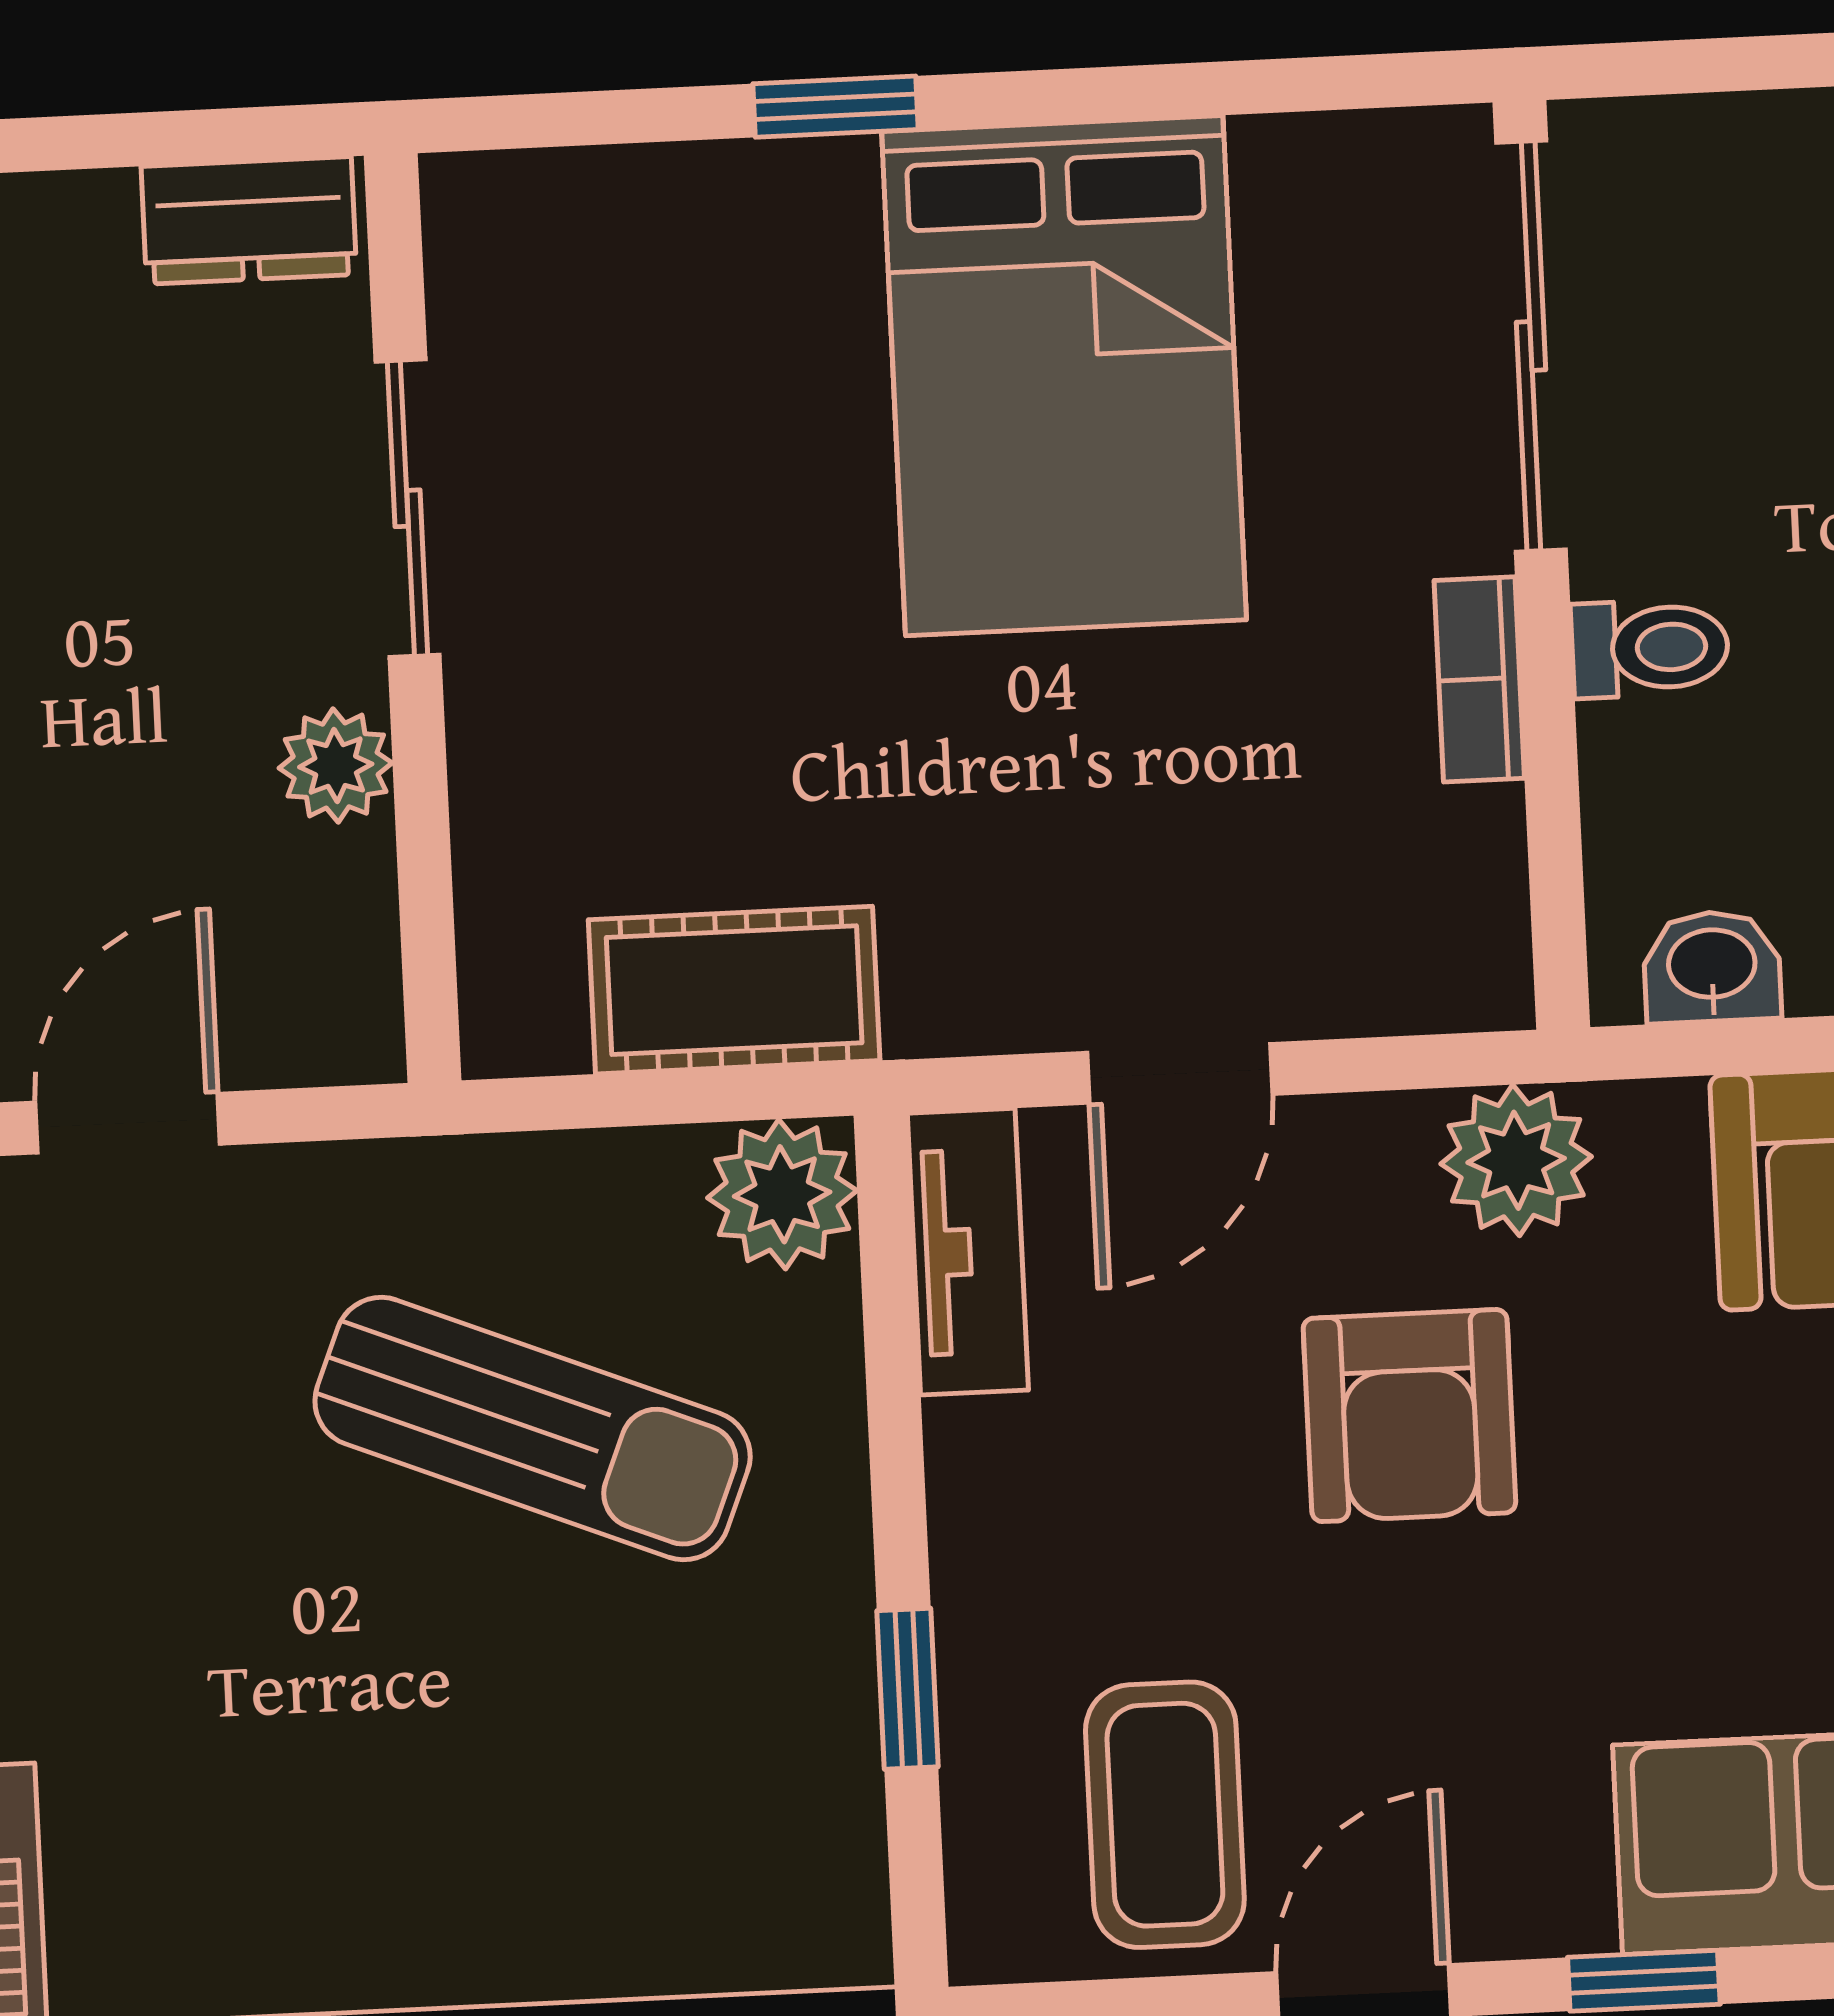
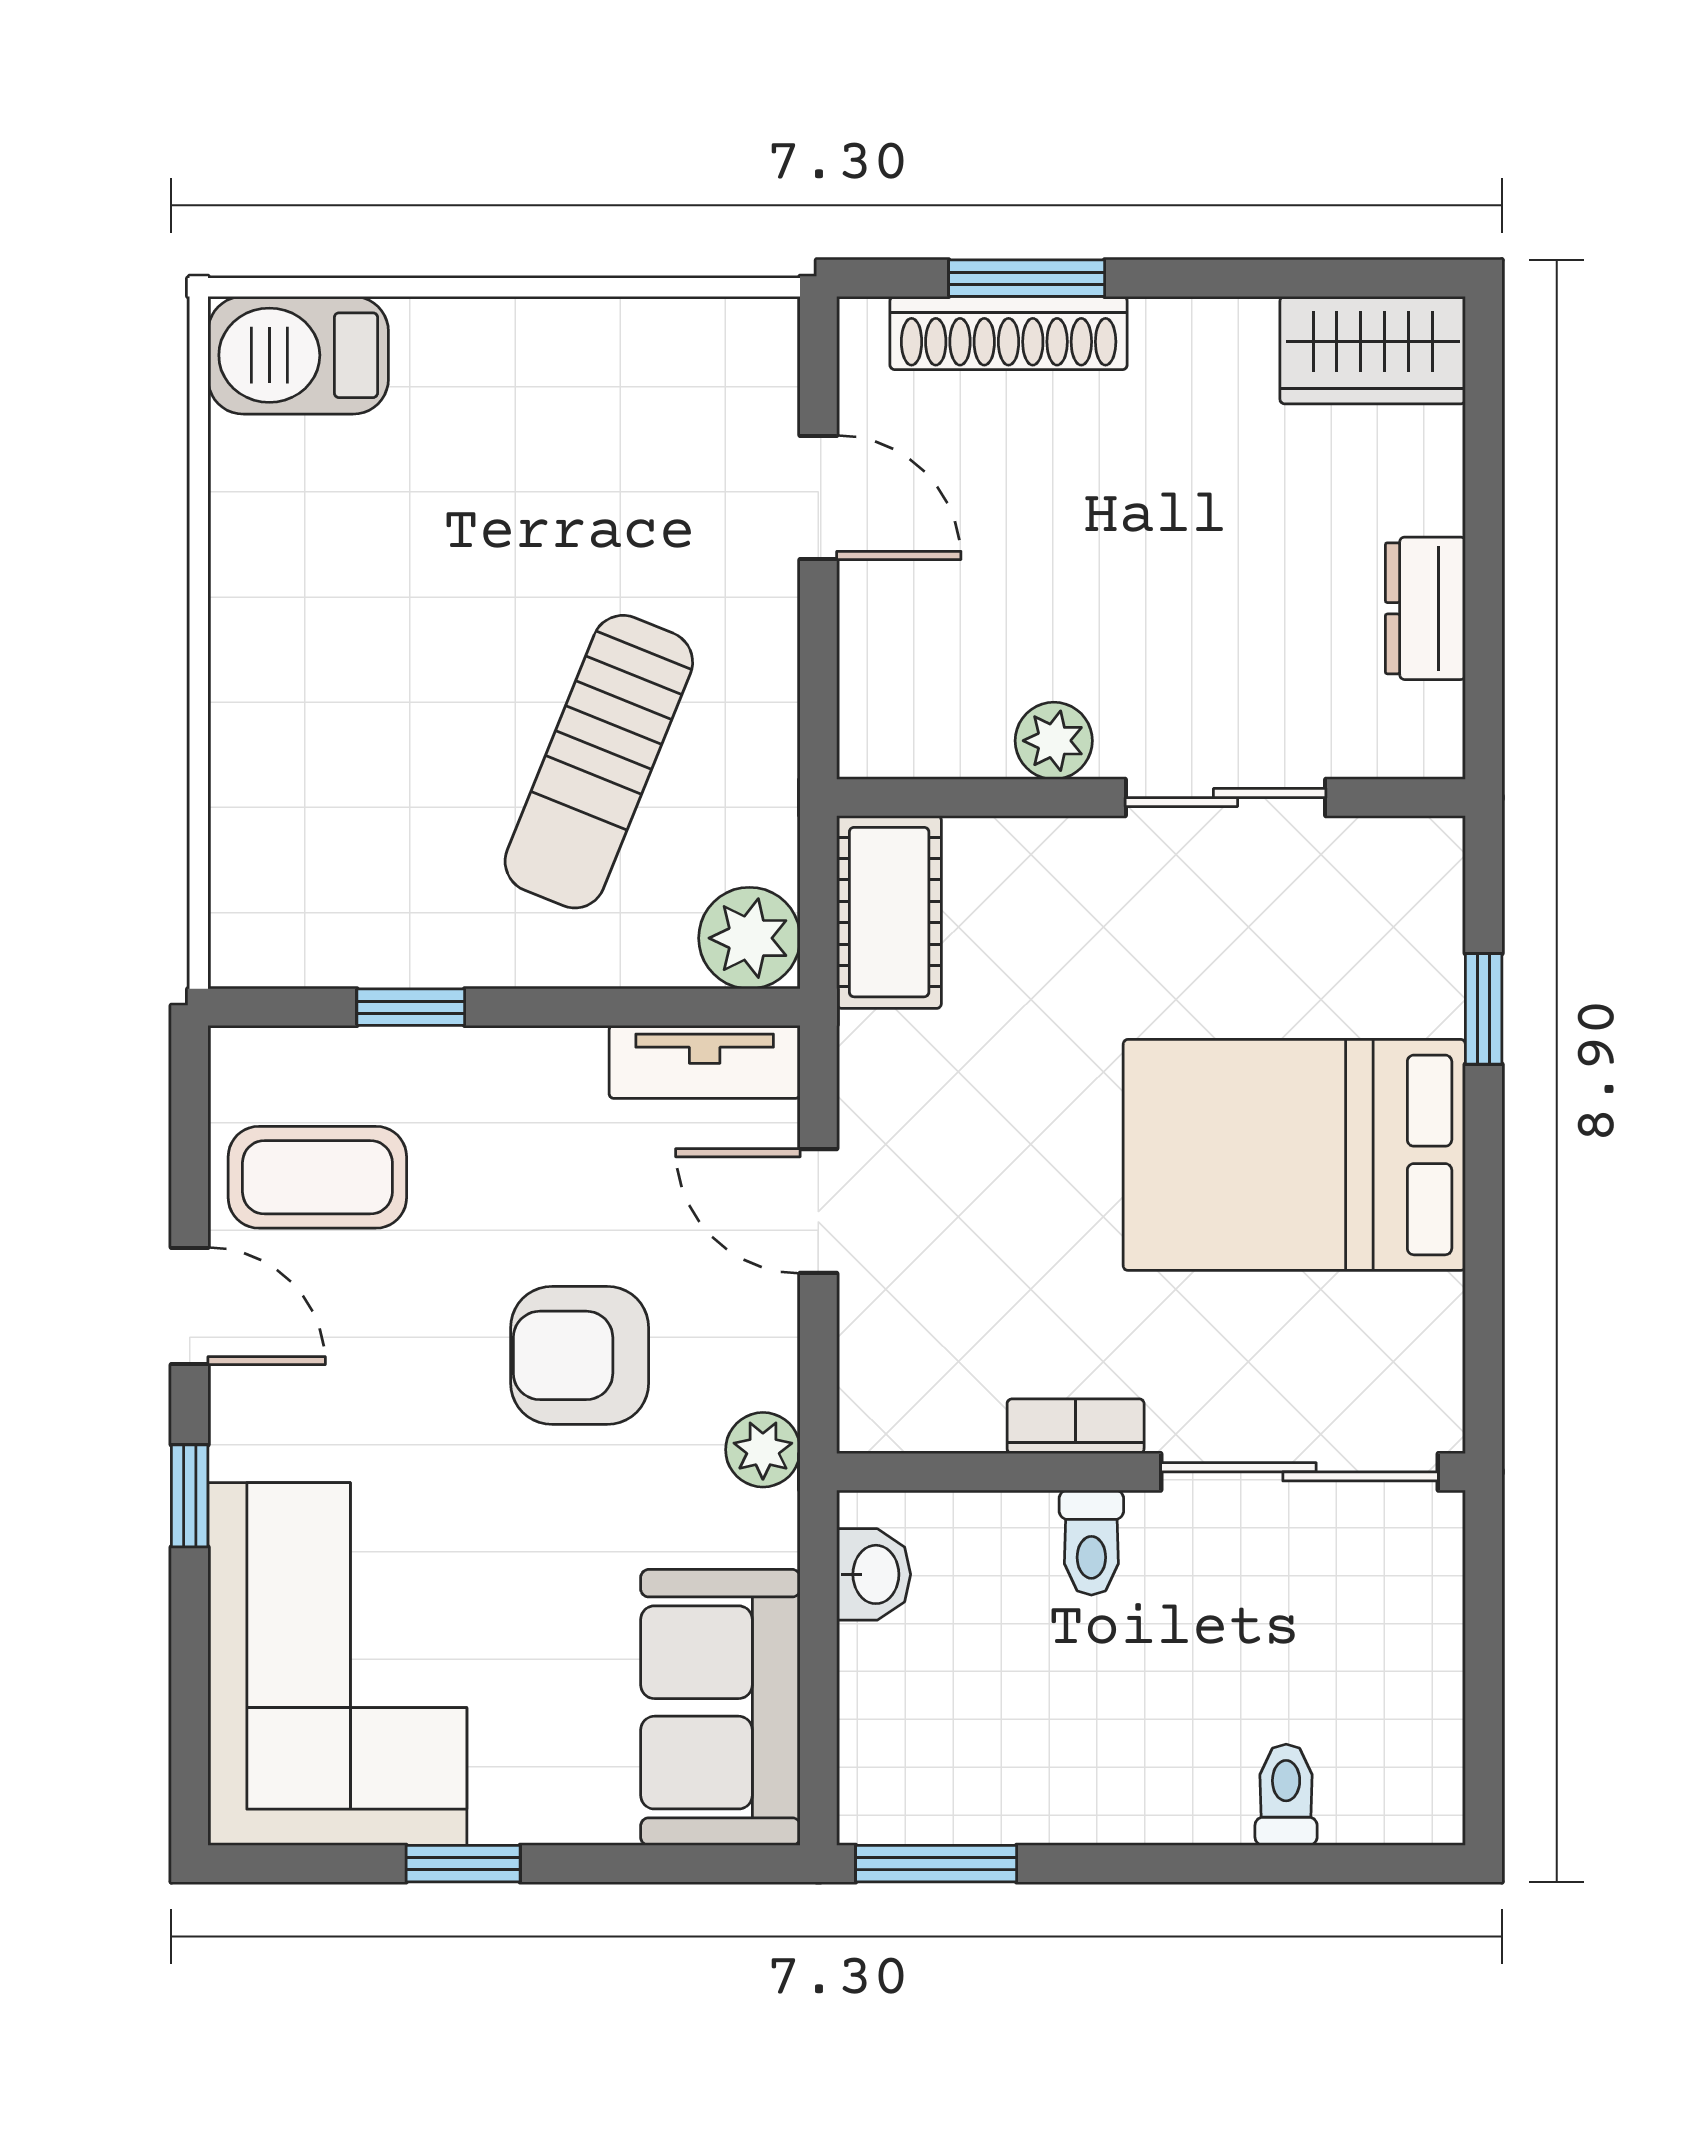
sliding door: (407, 508) -> (1226, 798), moved
wall: (413, 618) -> (1151, 798), moved
plant: (336, 765) -> (1054, 741), moved
plant: (1516, 1160) -> (763, 1450), width x0.73, depth x0.73

